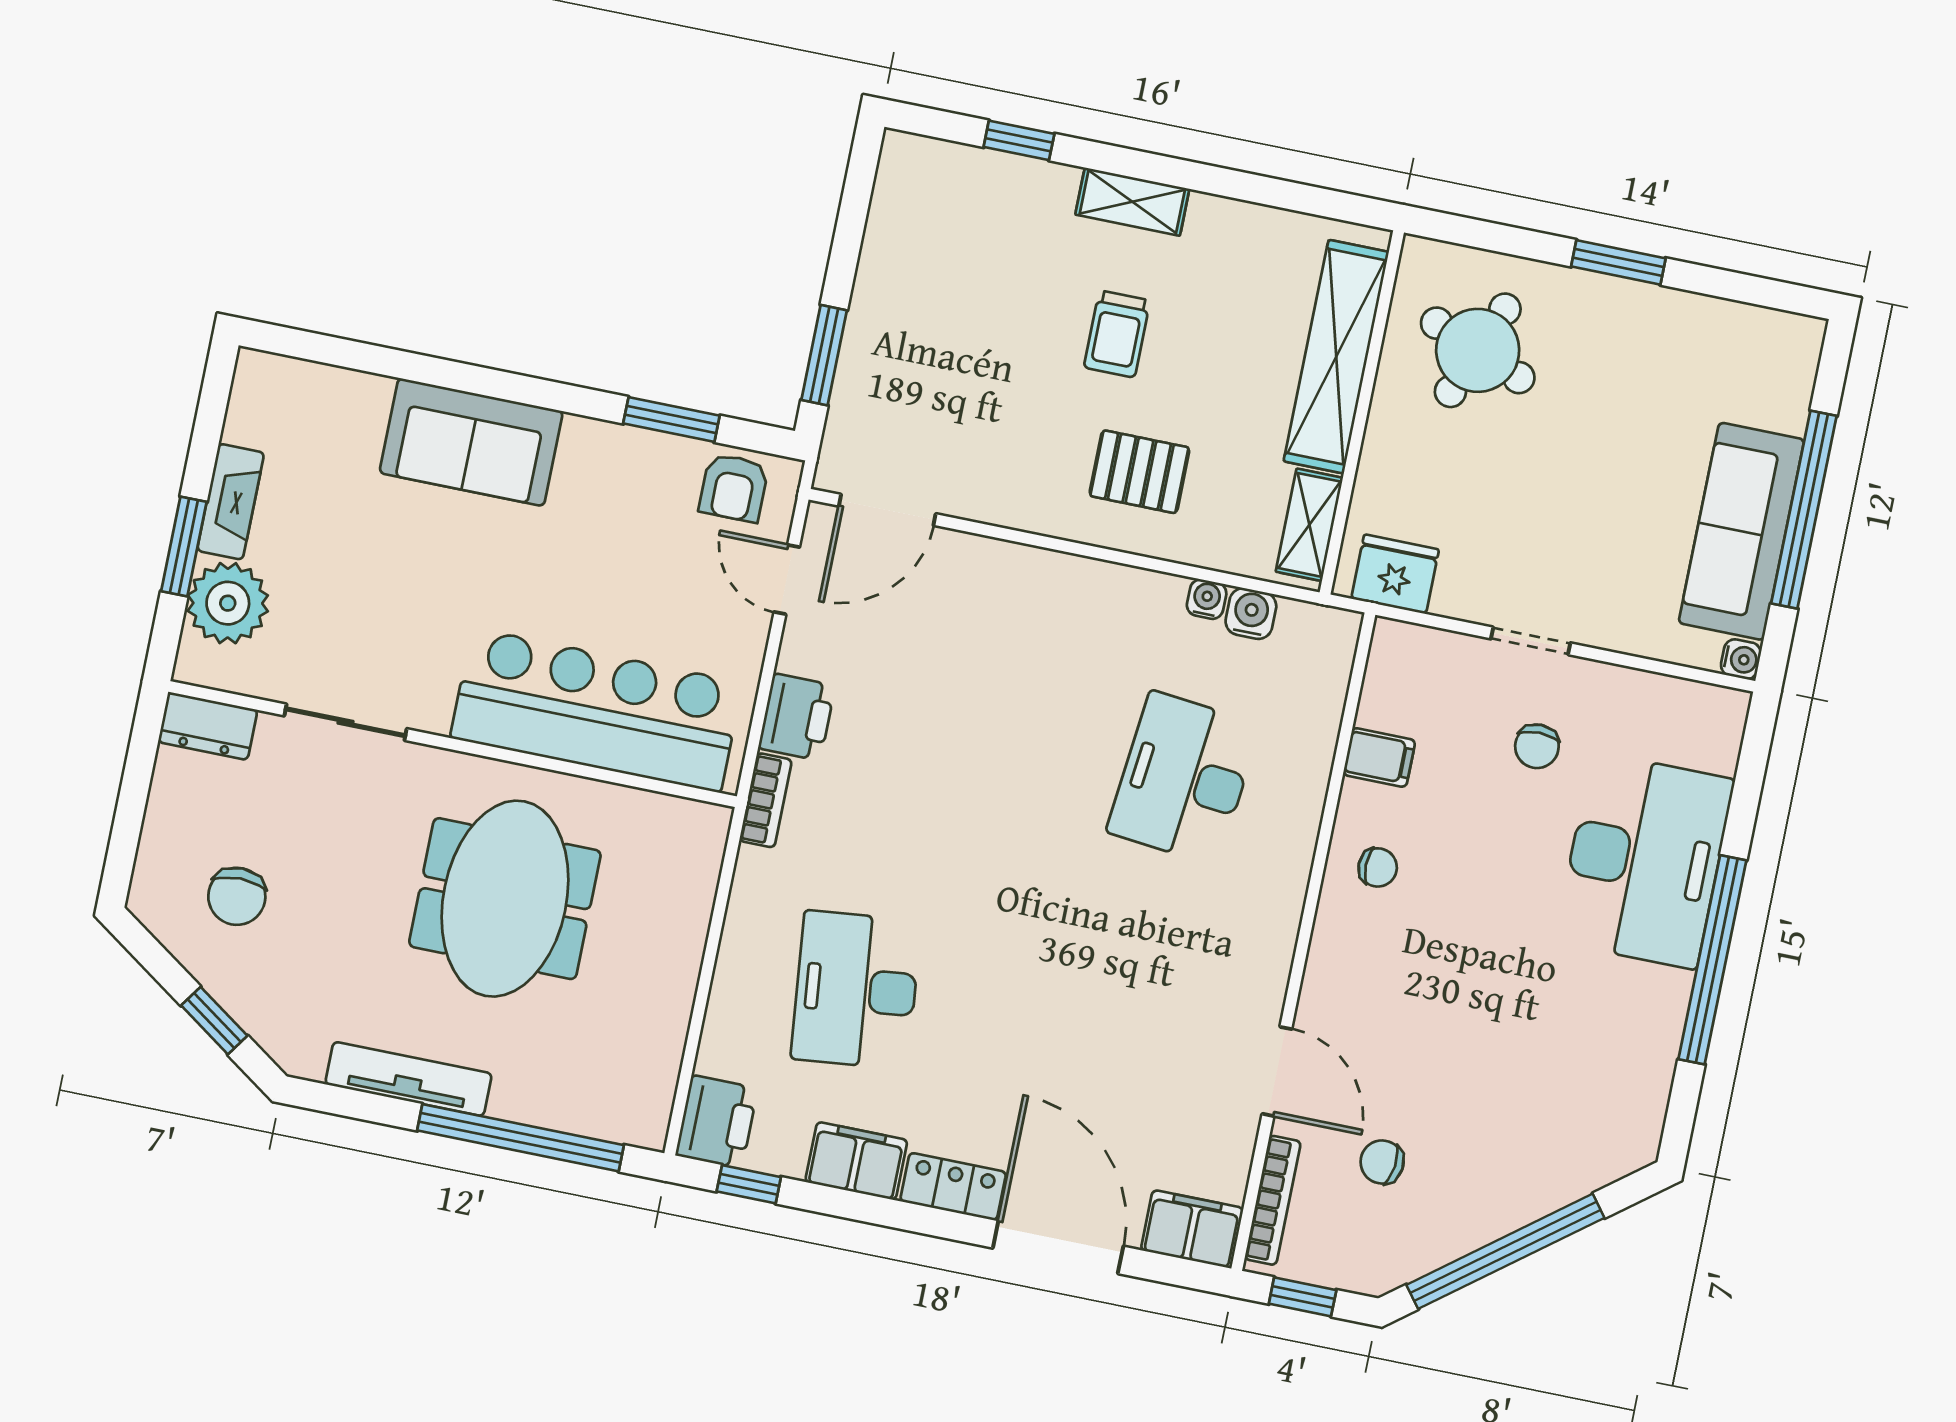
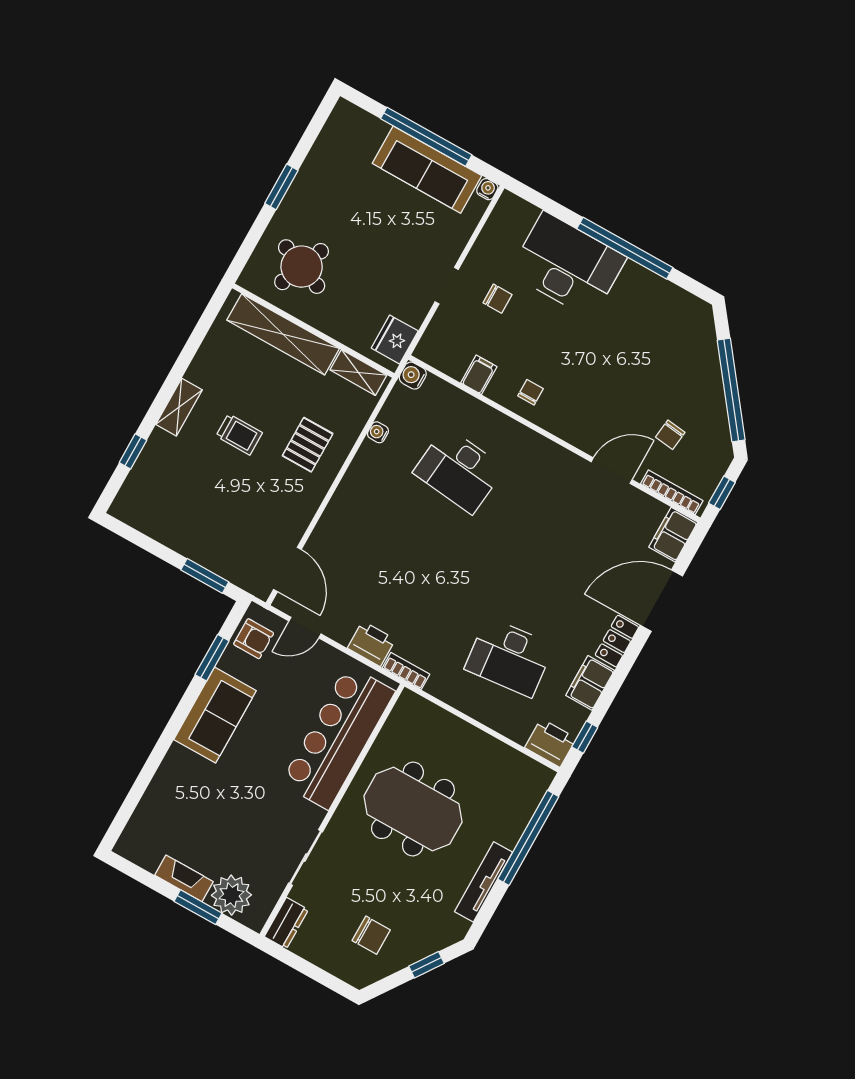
sofa: (471, 442) -> (215, 715), moved
water cooler: (1251, 614) -> (413, 376), moved

